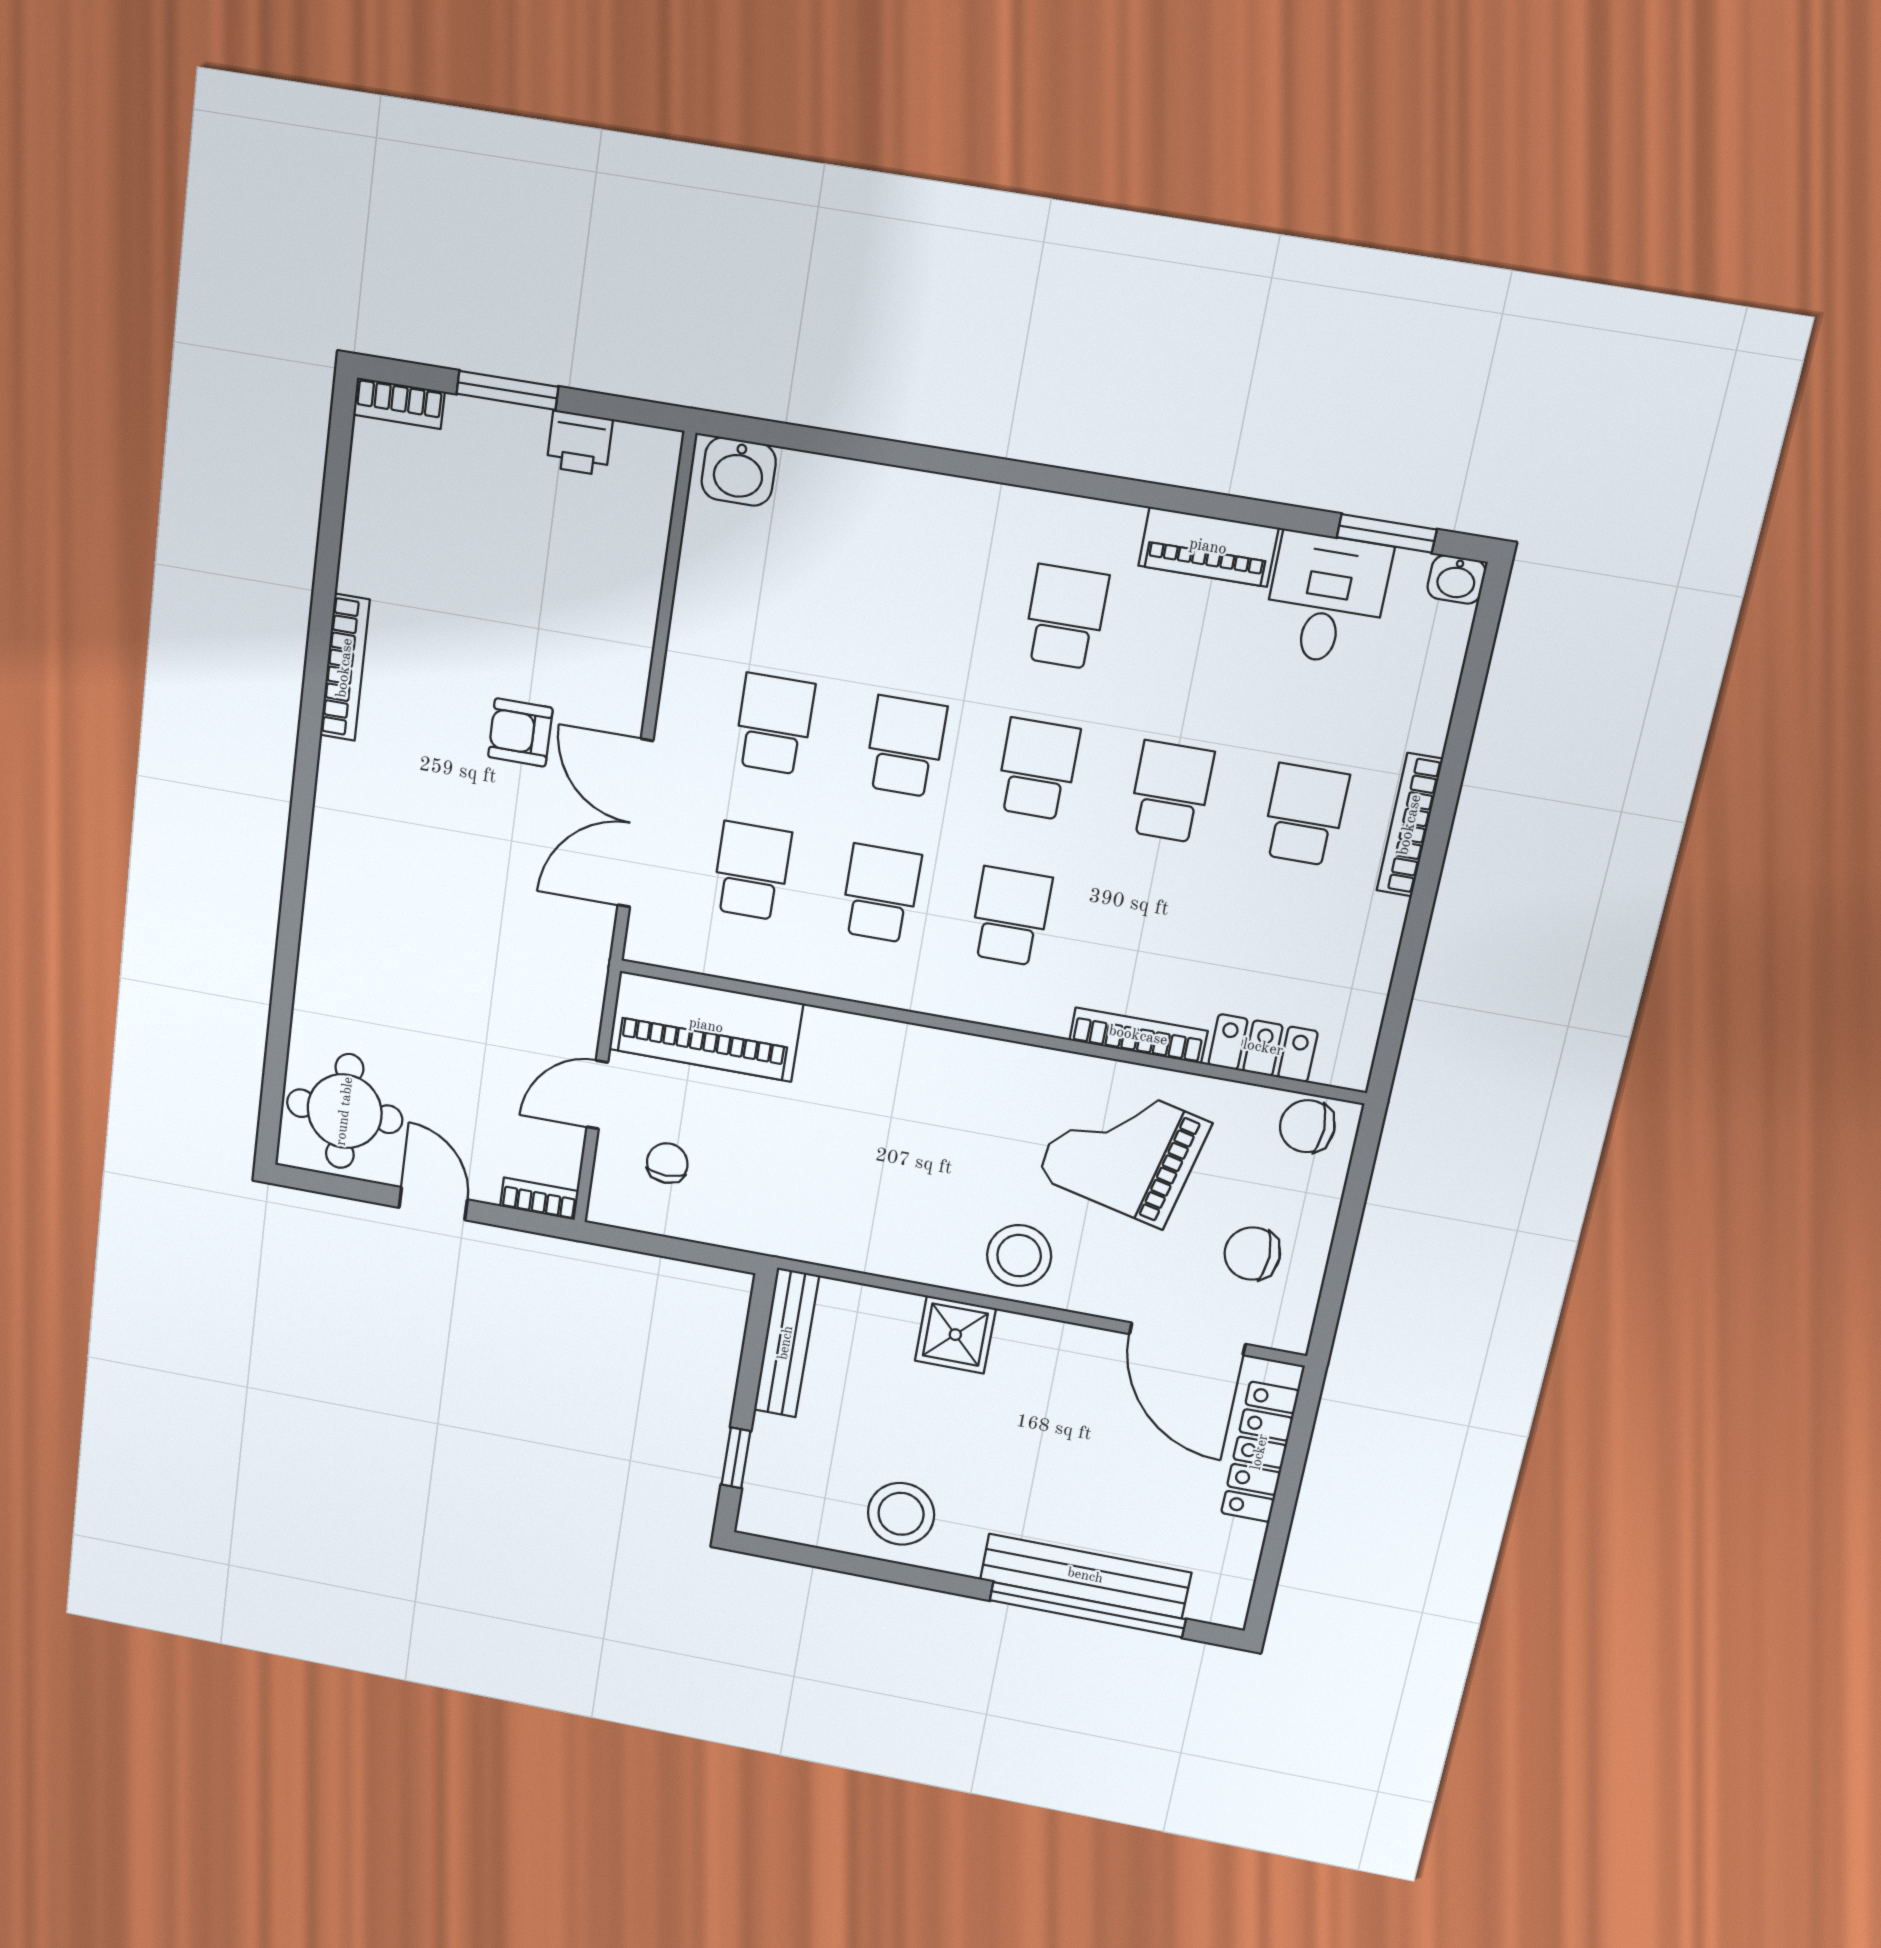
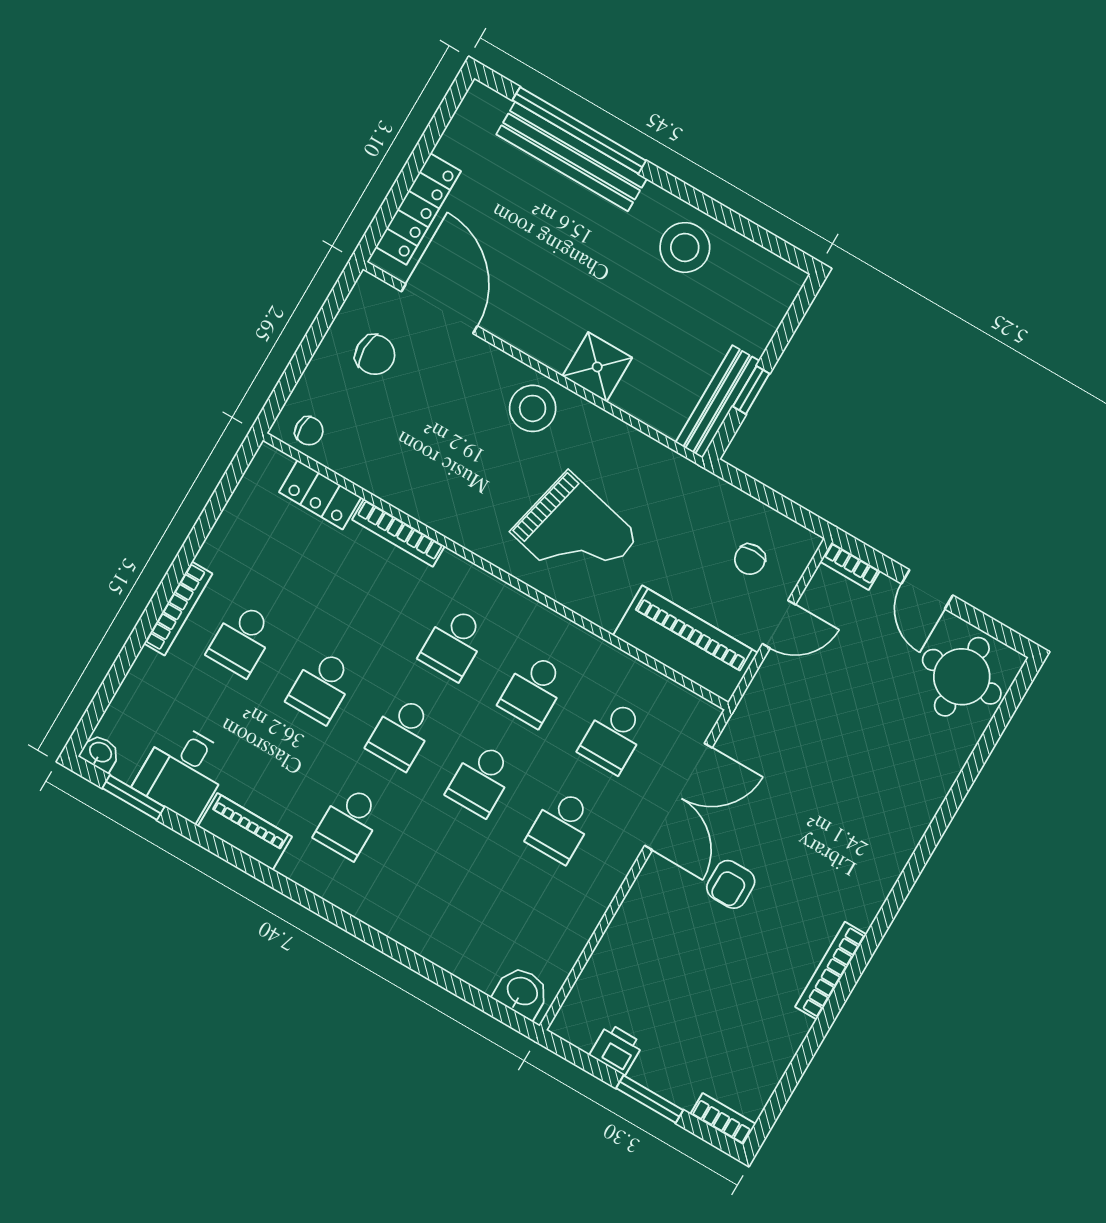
armchair: (520, 732) -> (731, 884), turned 90
chair: (1307, 1126) -> (309, 431), width x0.73, depth x0.73
grand piano: (1123, 1150) -> (575, 534), moved
window: (736, 1458) -> (751, 390), moved

